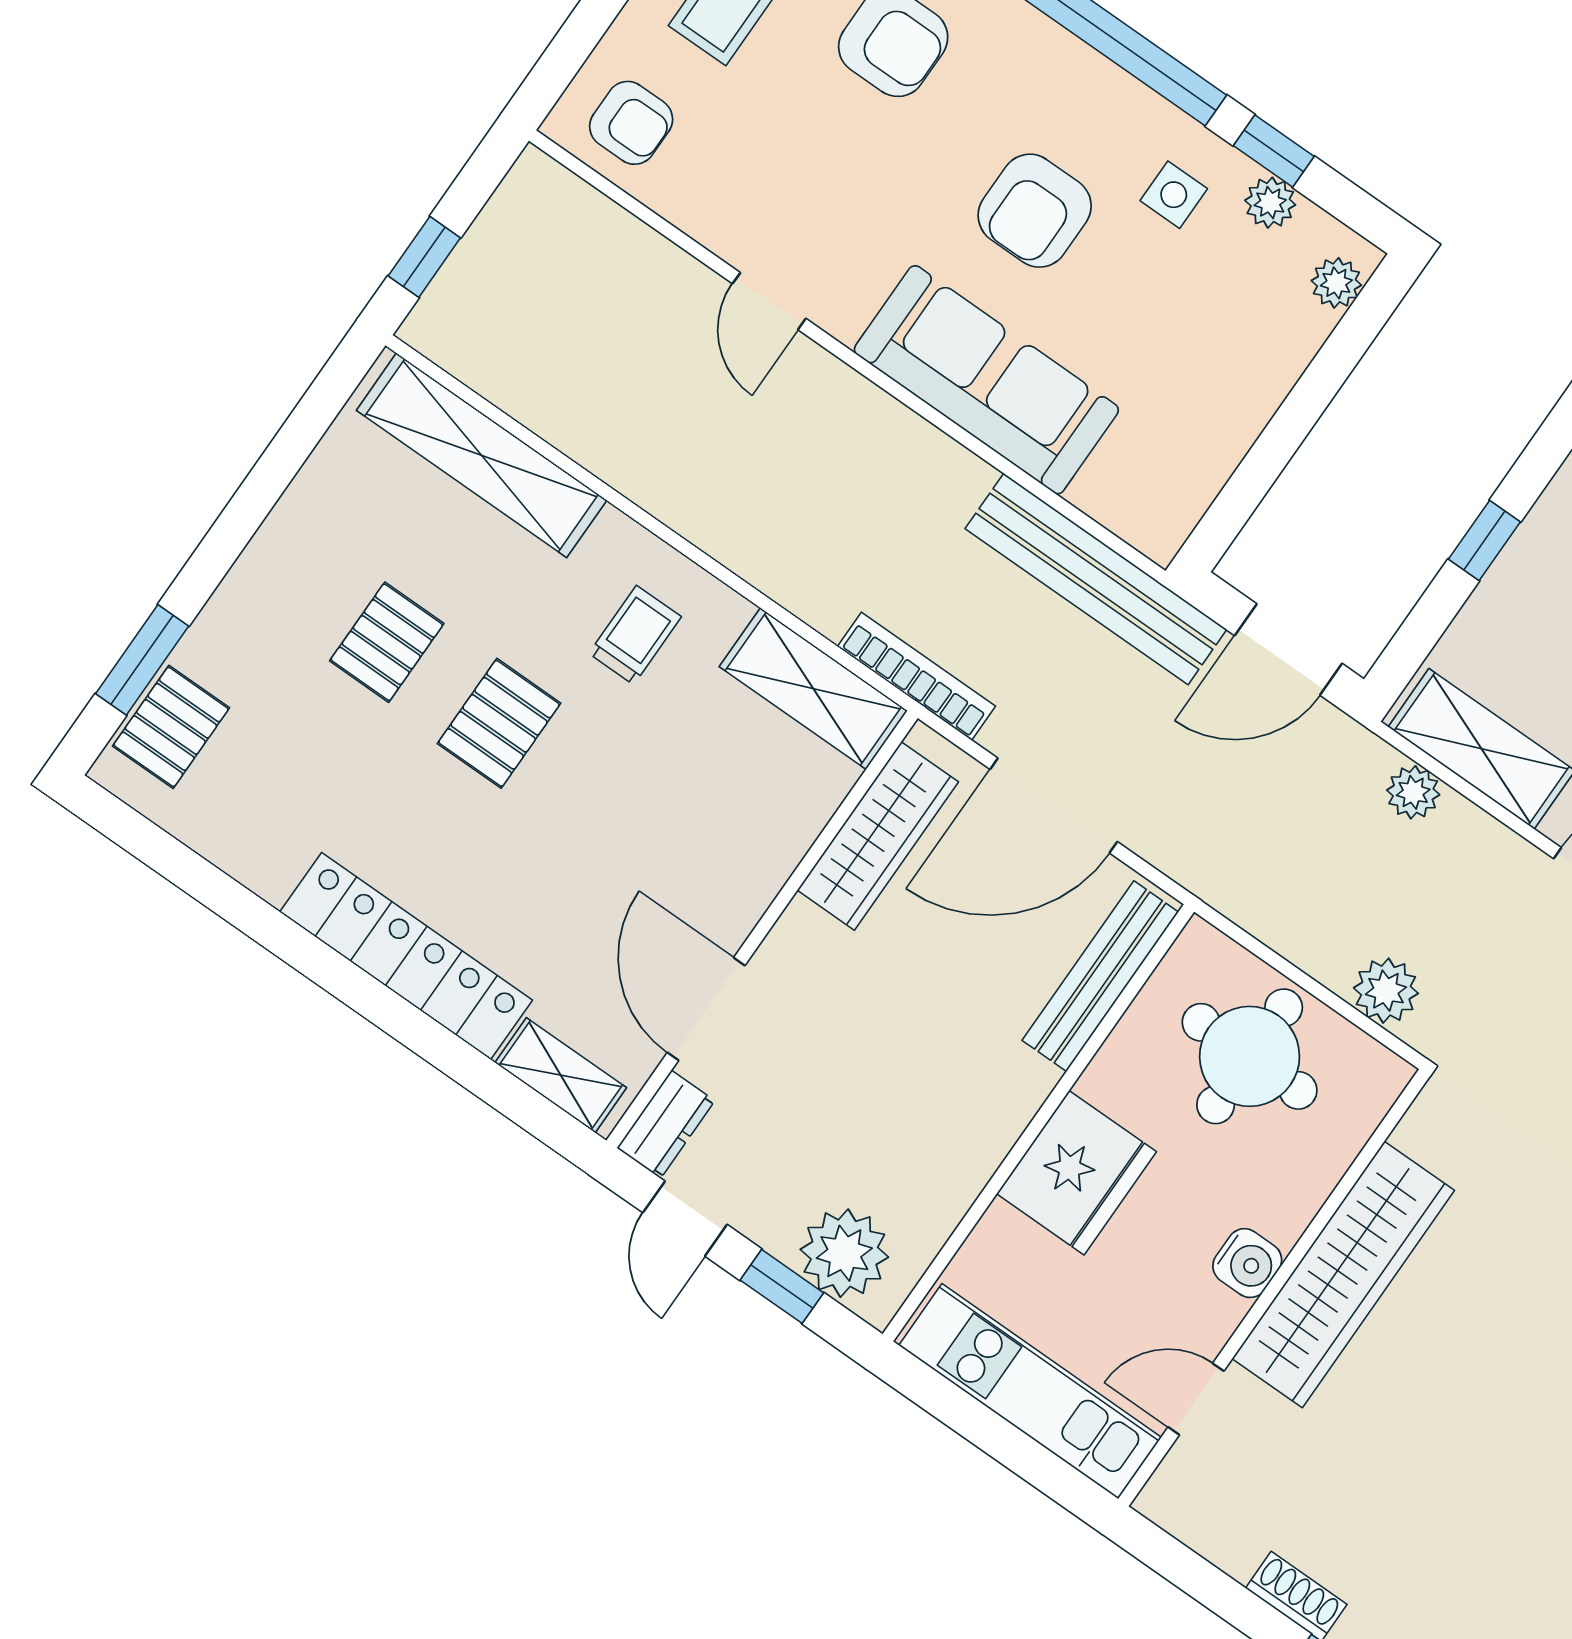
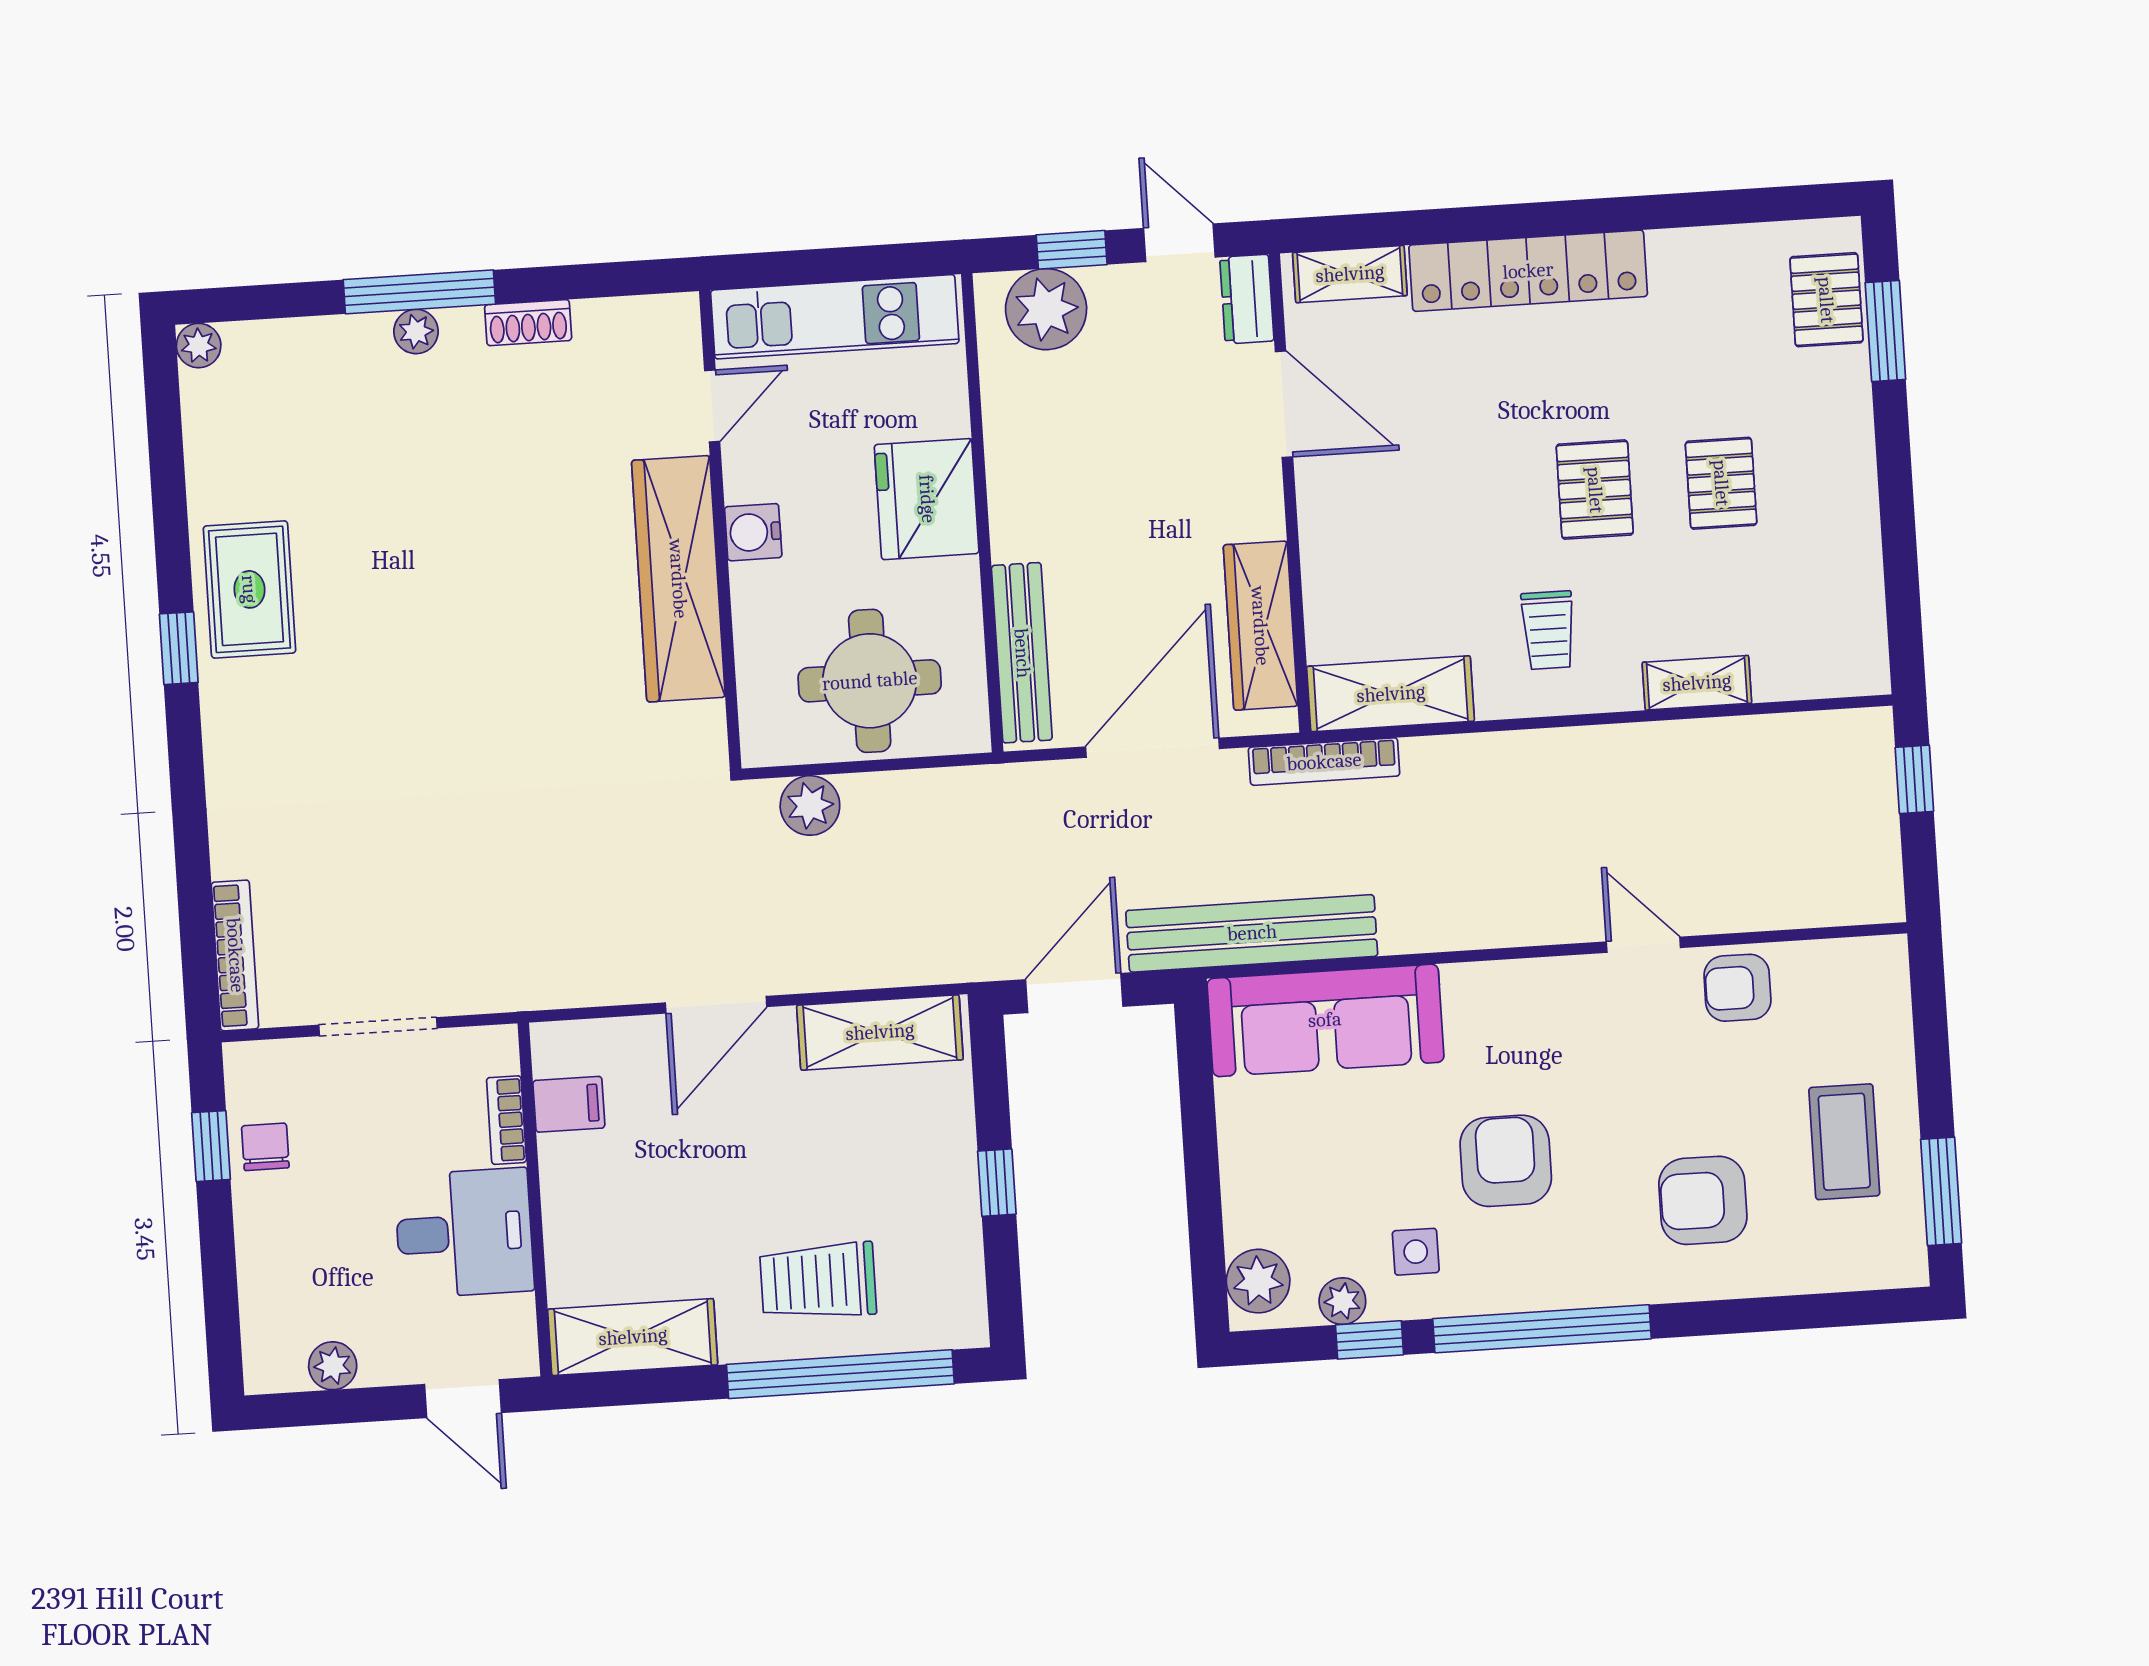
armchair: (631, 123) -> (1737, 988), moved
plant: (1336, 283) -> (1258, 1281), width x1.38, depth x1.38
sofa: (986, 380) -> (1325, 1020), moved
shelving: (482, 455) -> (1697, 683), width x0.45, depth x0.75
plant: (1413, 792) -> (904, 962), removed

